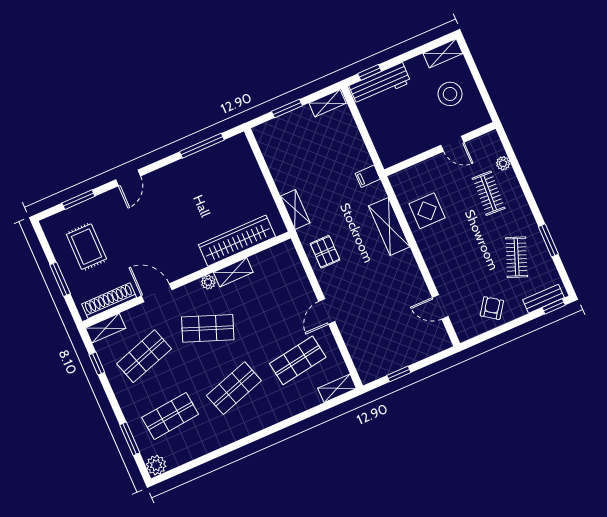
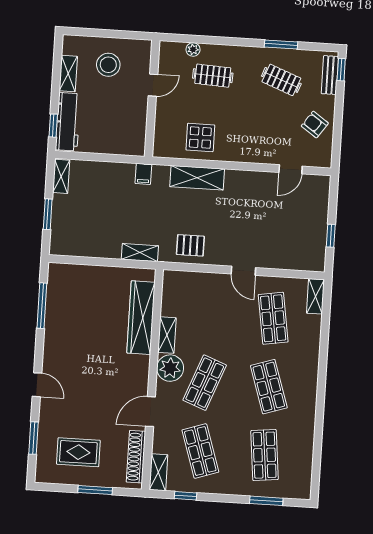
shelving: (443, 53) -> (68, 73), moved
plant: (208, 282) -> (170, 368), width x1.88, depth x1.88
plant: (156, 465) -> (301, 490), removed

